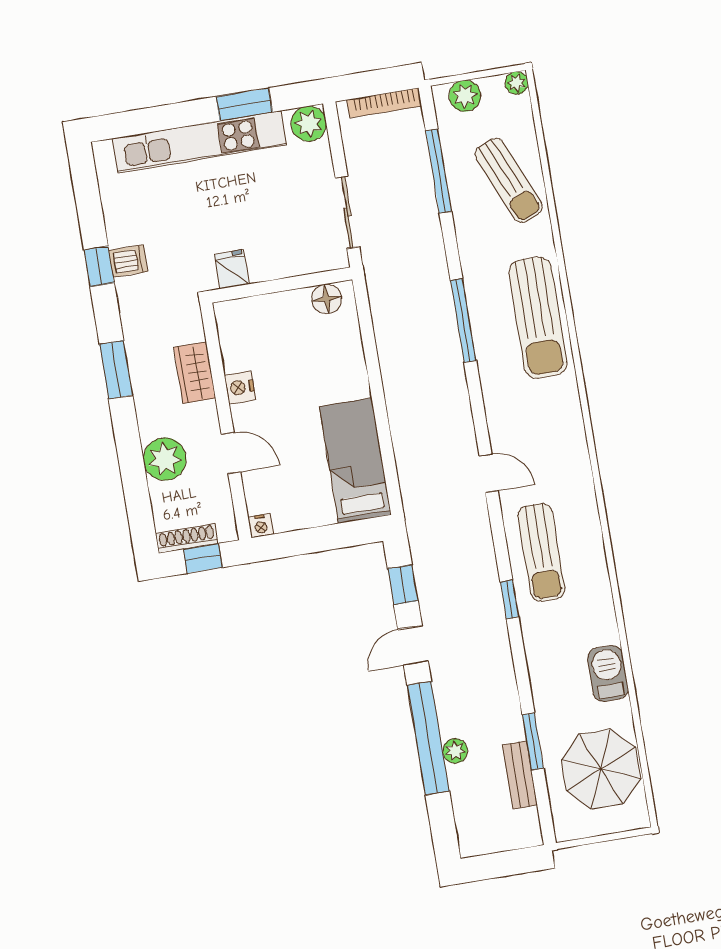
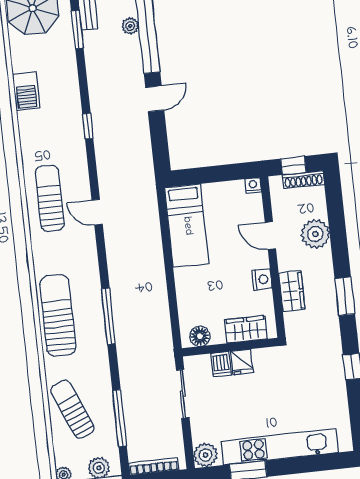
dishwasher: (128, 261) -> (221, 364), moved, turned -90
fridge: (232, 269) -> (242, 362), moved
wardrobe: (259, 313) -> (246, 329), added
sun lounger: (541, 552) -> (50, 198), moved
window: (403, 585) -> (159, 140), removed
barbecue: (608, 673) -> (26, 91), moved

